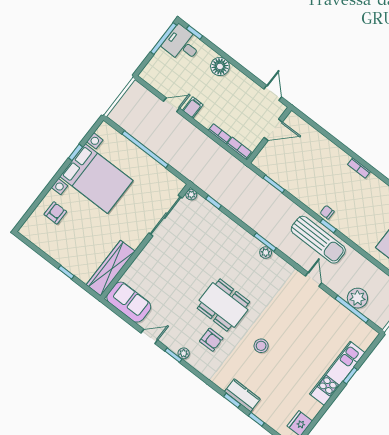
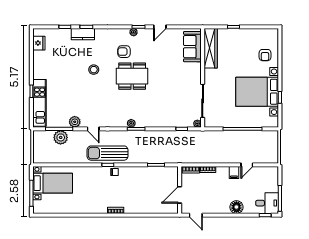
sofa: (129, 302) -> (192, 47), moved, turned 90
plant: (328, 303) -> (75, 122), added
kitchen unit: (337, 373) -> (40, 103), moved

